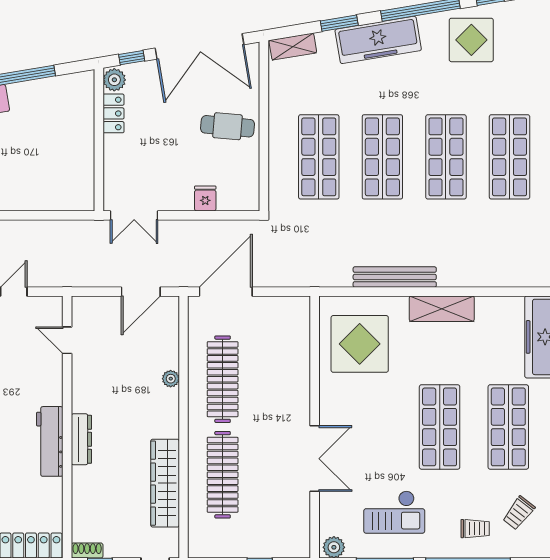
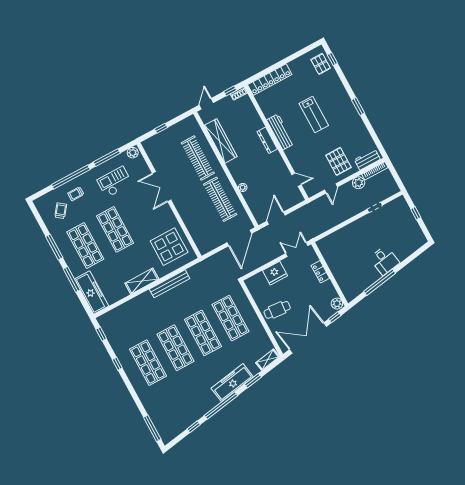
display table: (471, 40) -> (192, 404), removed
locker: (114, 113) -> (320, 272), moved
fridge: (205, 198) -> (275, 273), width x1.88, depth x1.34

